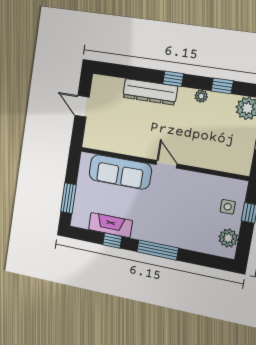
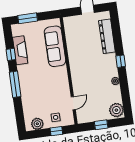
window: (222, 86) -> (125, 91), removed
dresser: (150, 92) -> (107, 36), moved
door: (167, 164) -> (73, 103), moved

